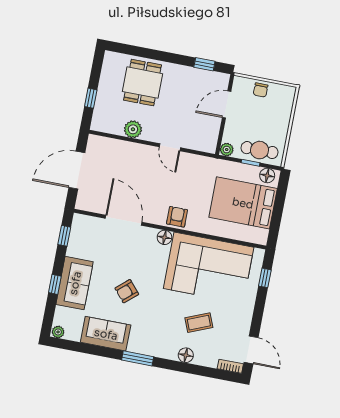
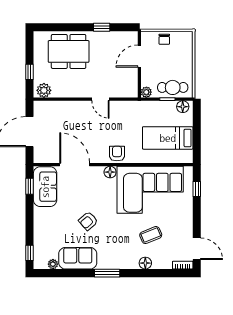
window: (204, 64) -> (102, 27), moved
dining table: (142, 83) -> (69, 51), width x1.38
plant: (133, 129) -> (44, 90), moved
bed: (243, 203) -> (168, 138), width x0.67
sofa: (75, 283) -> (45, 187), moved
window: (55, 284) -> (30, 253), moved
plant: (58, 332) -> (53, 264), moved

